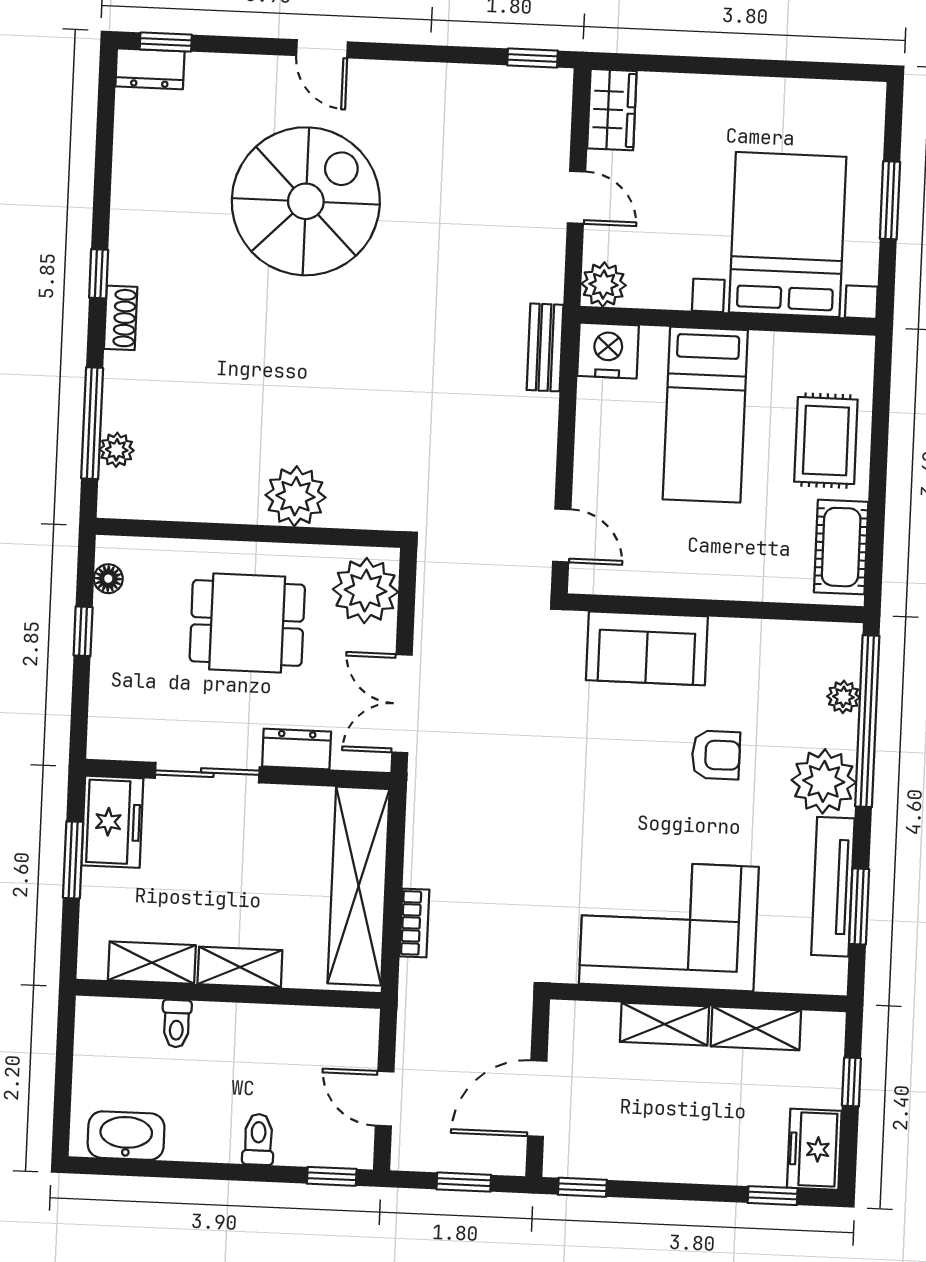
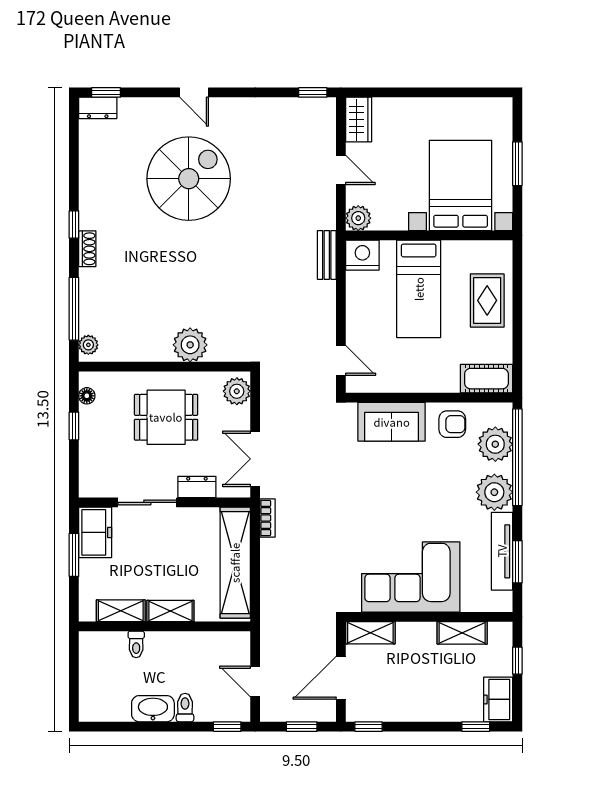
plant: (117, 450) -> (88, 345), moved
cot: (841, 547) -> (486, 379), moved, turned 90
plant: (366, 591) -> (237, 391), width x0.73, depth x0.73
plant: (843, 697) -> (495, 444), width x1.87, depth x1.87
armchair: (716, 755) -> (452, 424), moved
bookcase: (414, 923) -> (267, 518), moved
shelving: (664, 1024) -> (370, 633), moved
washbasin: (126, 1136) -> (153, 709), moved

